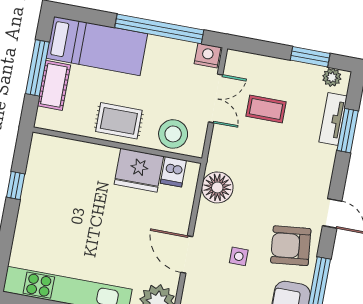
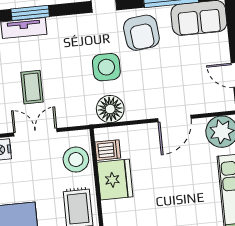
side table: (239, 256) -> (106, 67), moved, width x1.87, depth x1.87

